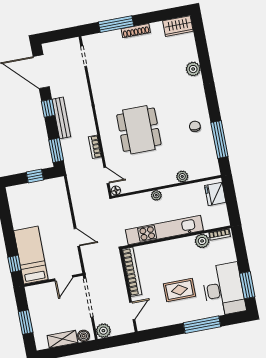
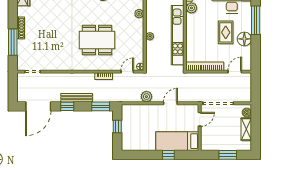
window: (14, 264) -> (168, 155), moved
door: (64, 278) -> (200, 119), hinge flipped
door: (132, 311) -> (235, 72), hinge flipped
floor lamp: (176, 315) -> (244, 39), added
plant: (103, 331) -> (146, 97), moved

